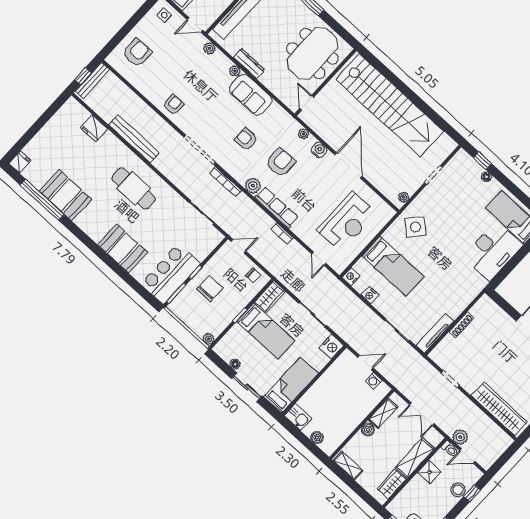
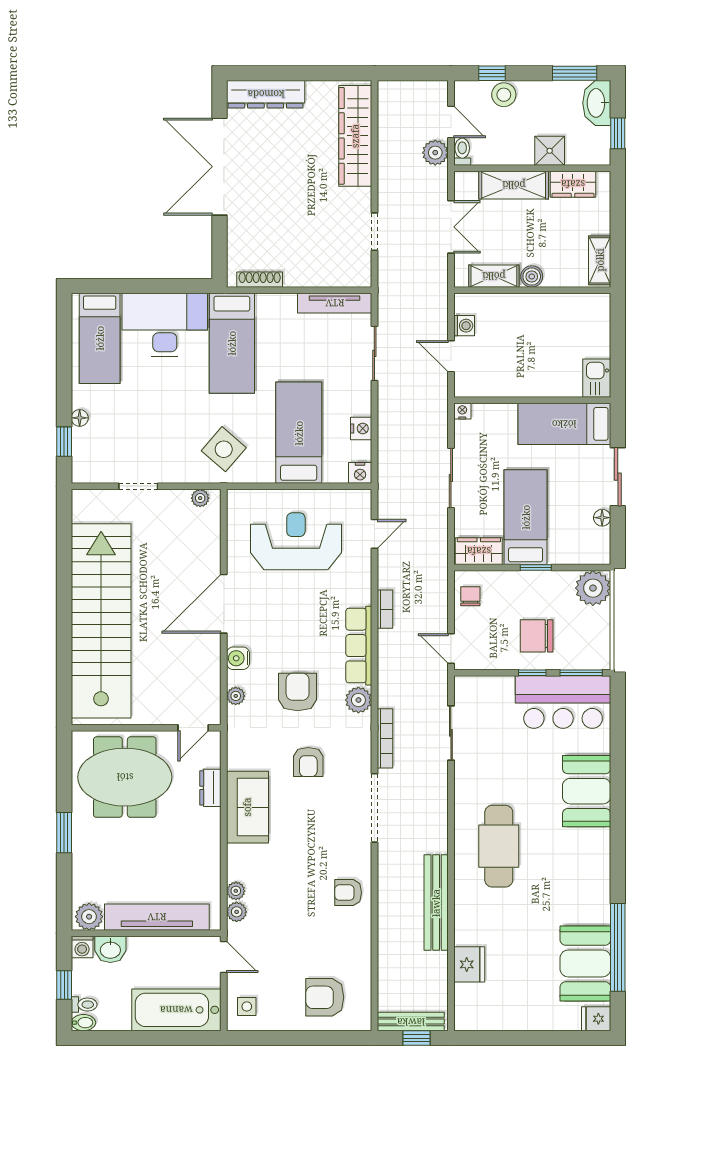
dresser: (249, 64) -> (210, 788), moved, width x0.70
plant: (235, 71) -> (236, 891), moved
armchair: (281, 162) -> (298, 692), turned 90
booth: (65, 195) -> (585, 963), moved
bed: (458, 273) -> (232, 343), added
shoe rack: (461, 325) -> (260, 280), moved
plant: (208, 339) -> (593, 588), width x1.87, depth x1.87
nightstand: (331, 347) -> (462, 411), width x0.53, depth x0.56
boiler: (317, 438) -> (600, 331), removed
shower: (429, 472) -> (550, 151), moved

